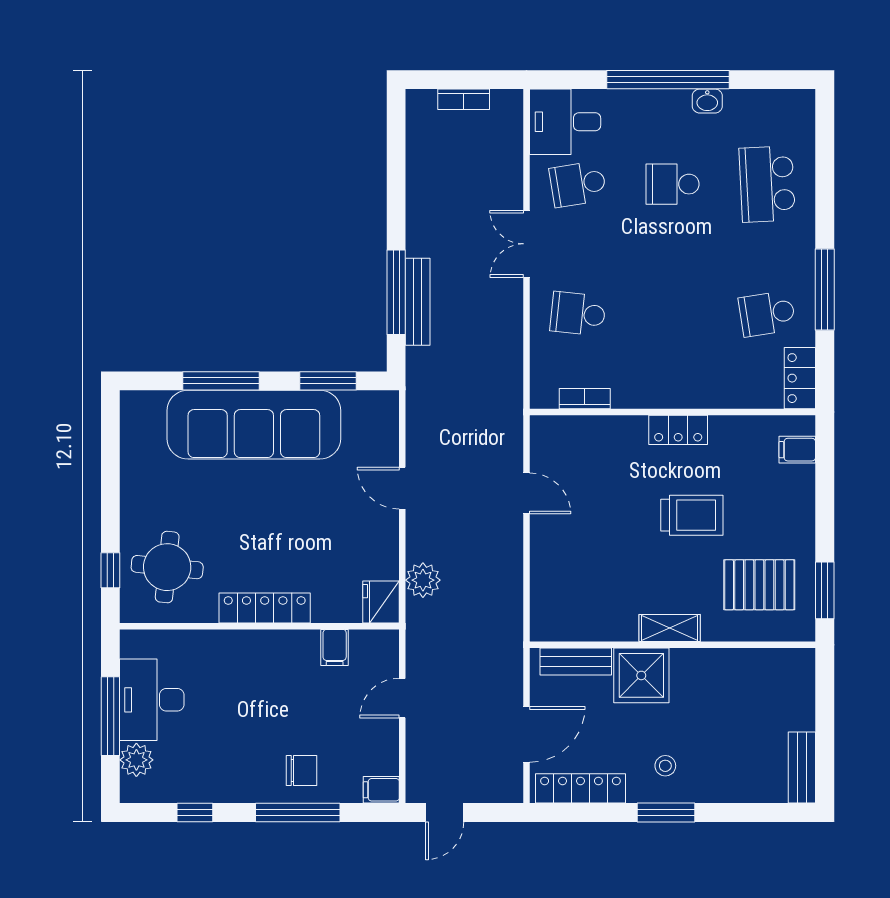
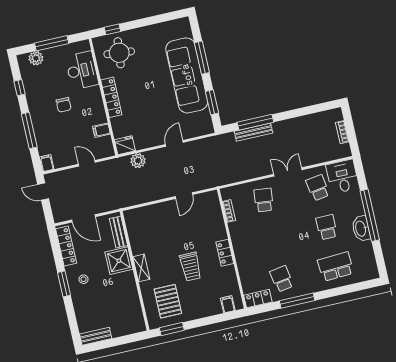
washbasin: (707, 101) -> (361, 229), width x1.91, depth x1.45
desk: (152, 700) -> (82, 70), moved, turned 90
chair: (301, 770) -> (64, 105), moved

